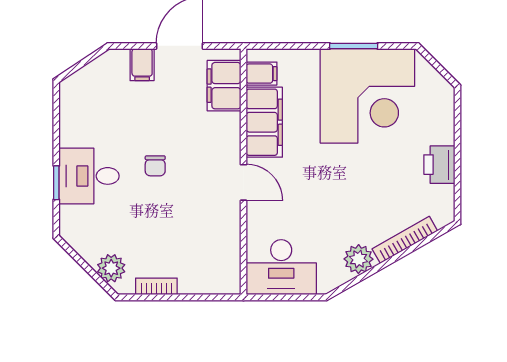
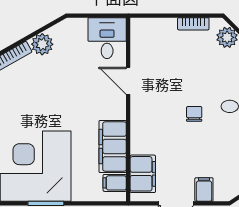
door: (243, 182) -> (128, 81), moved
desk: (281, 267) -> (107, 38), width x0.73

